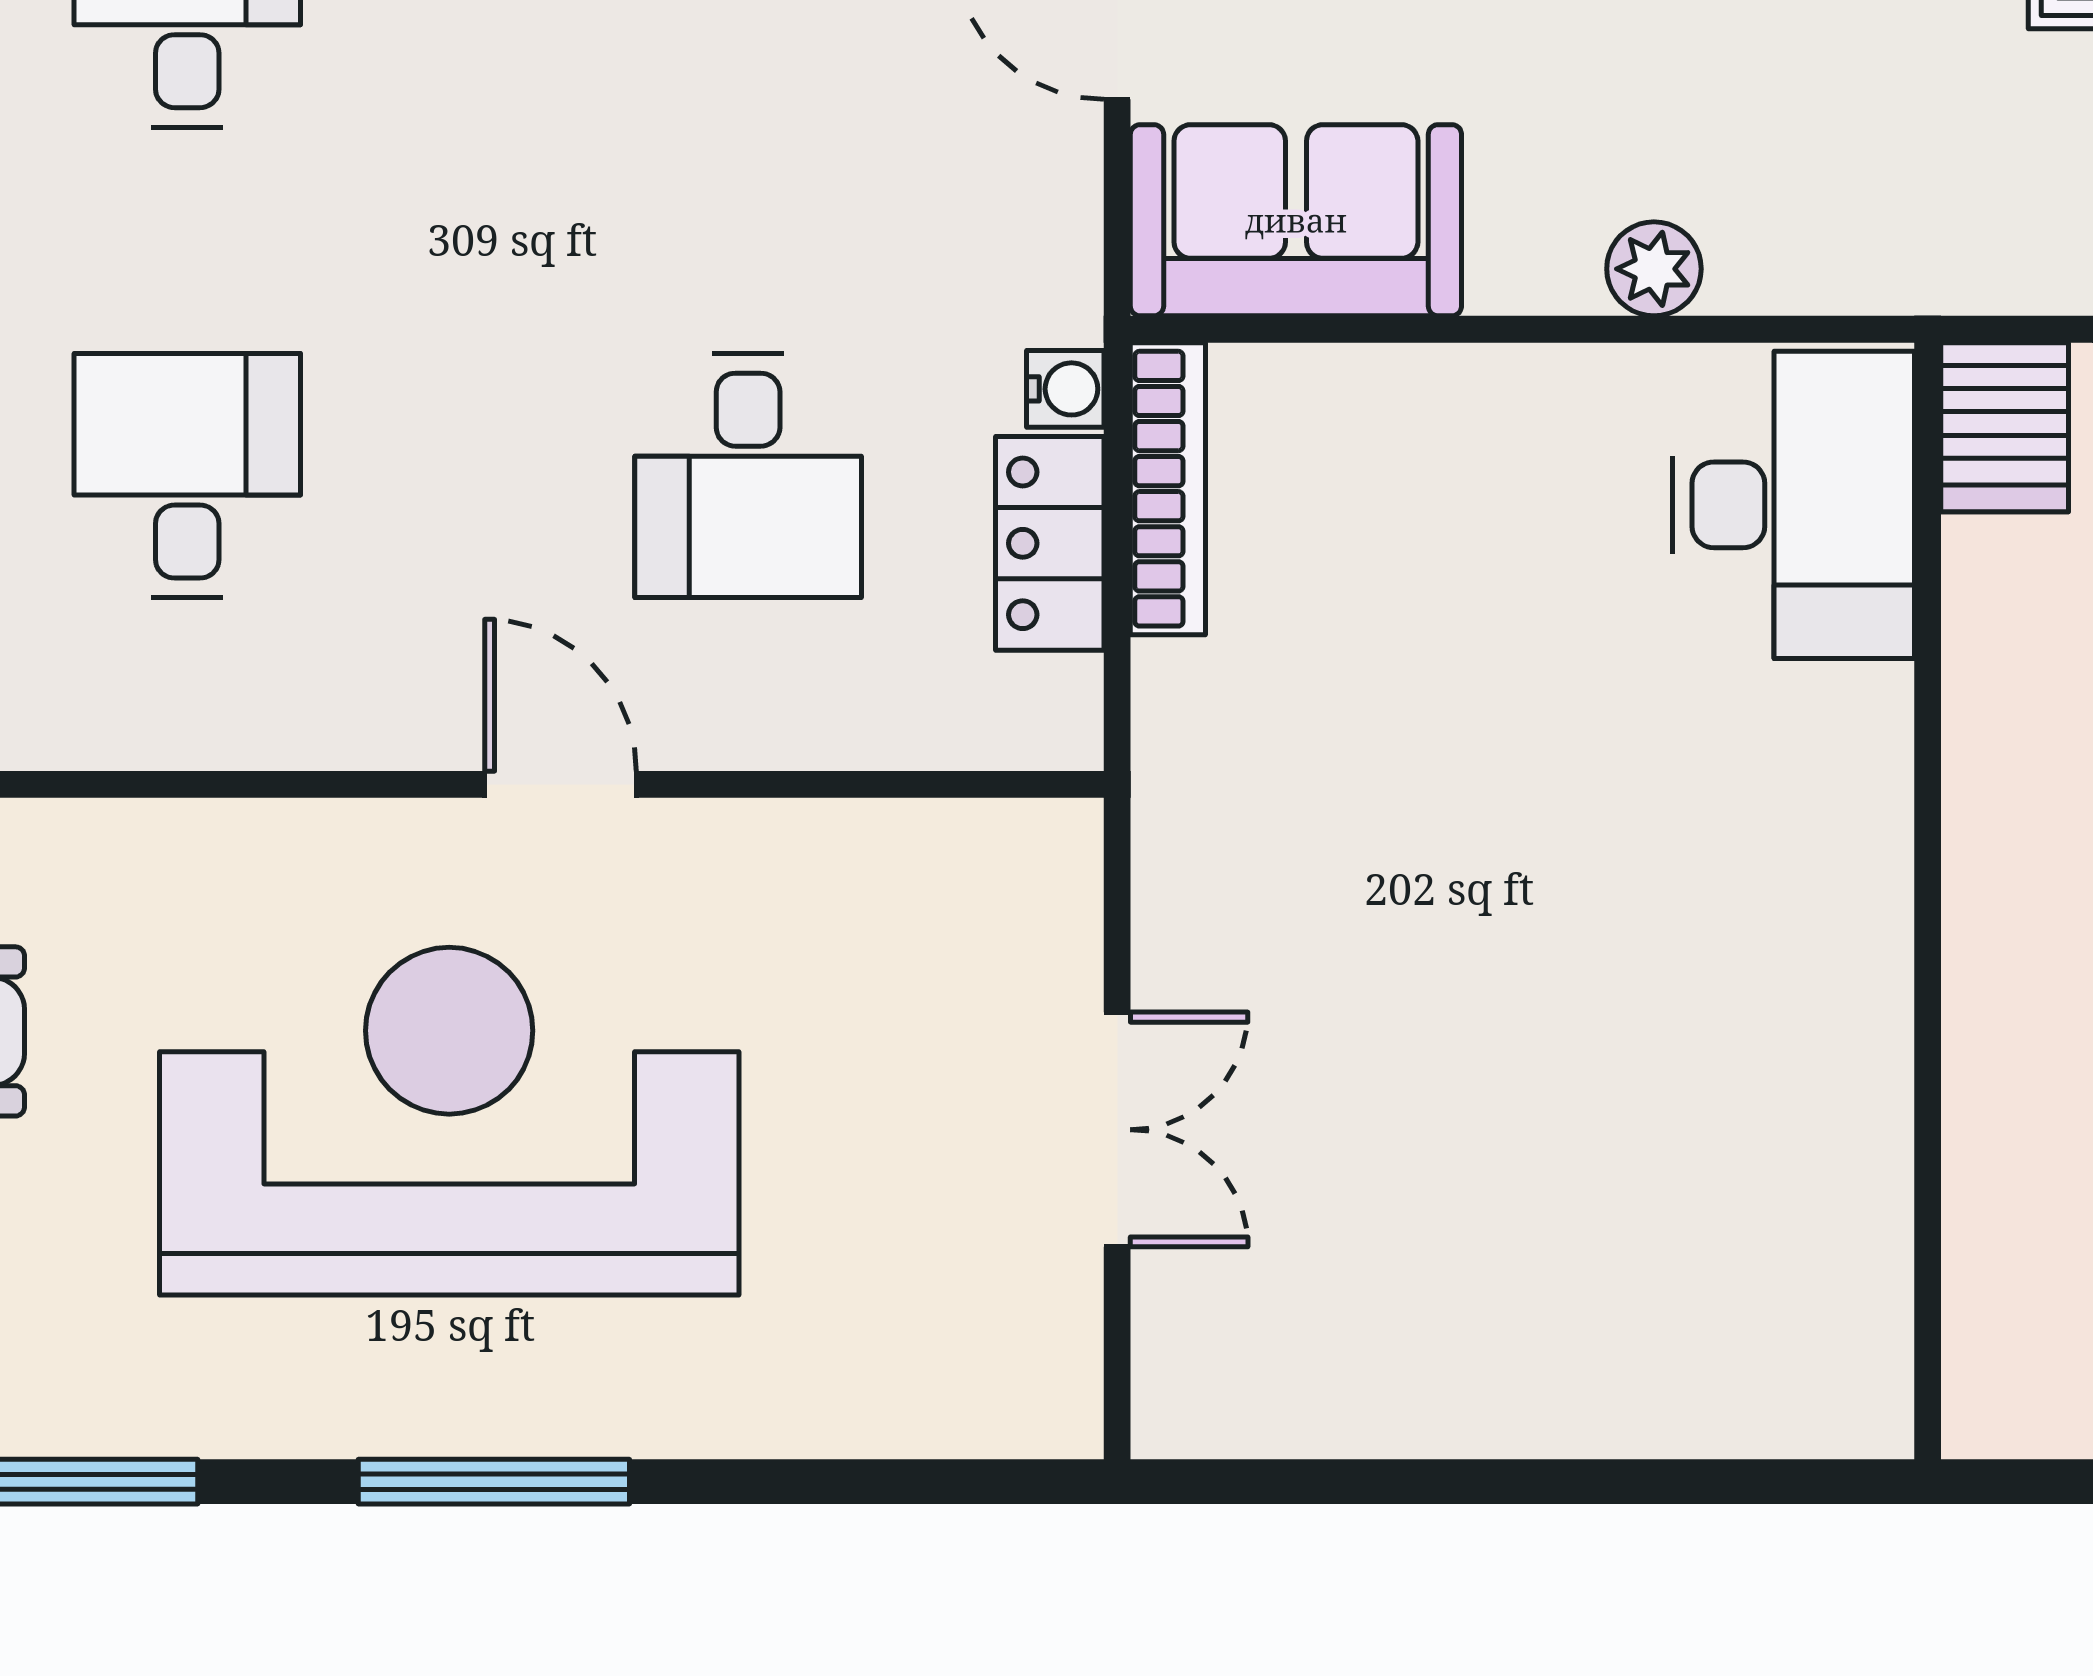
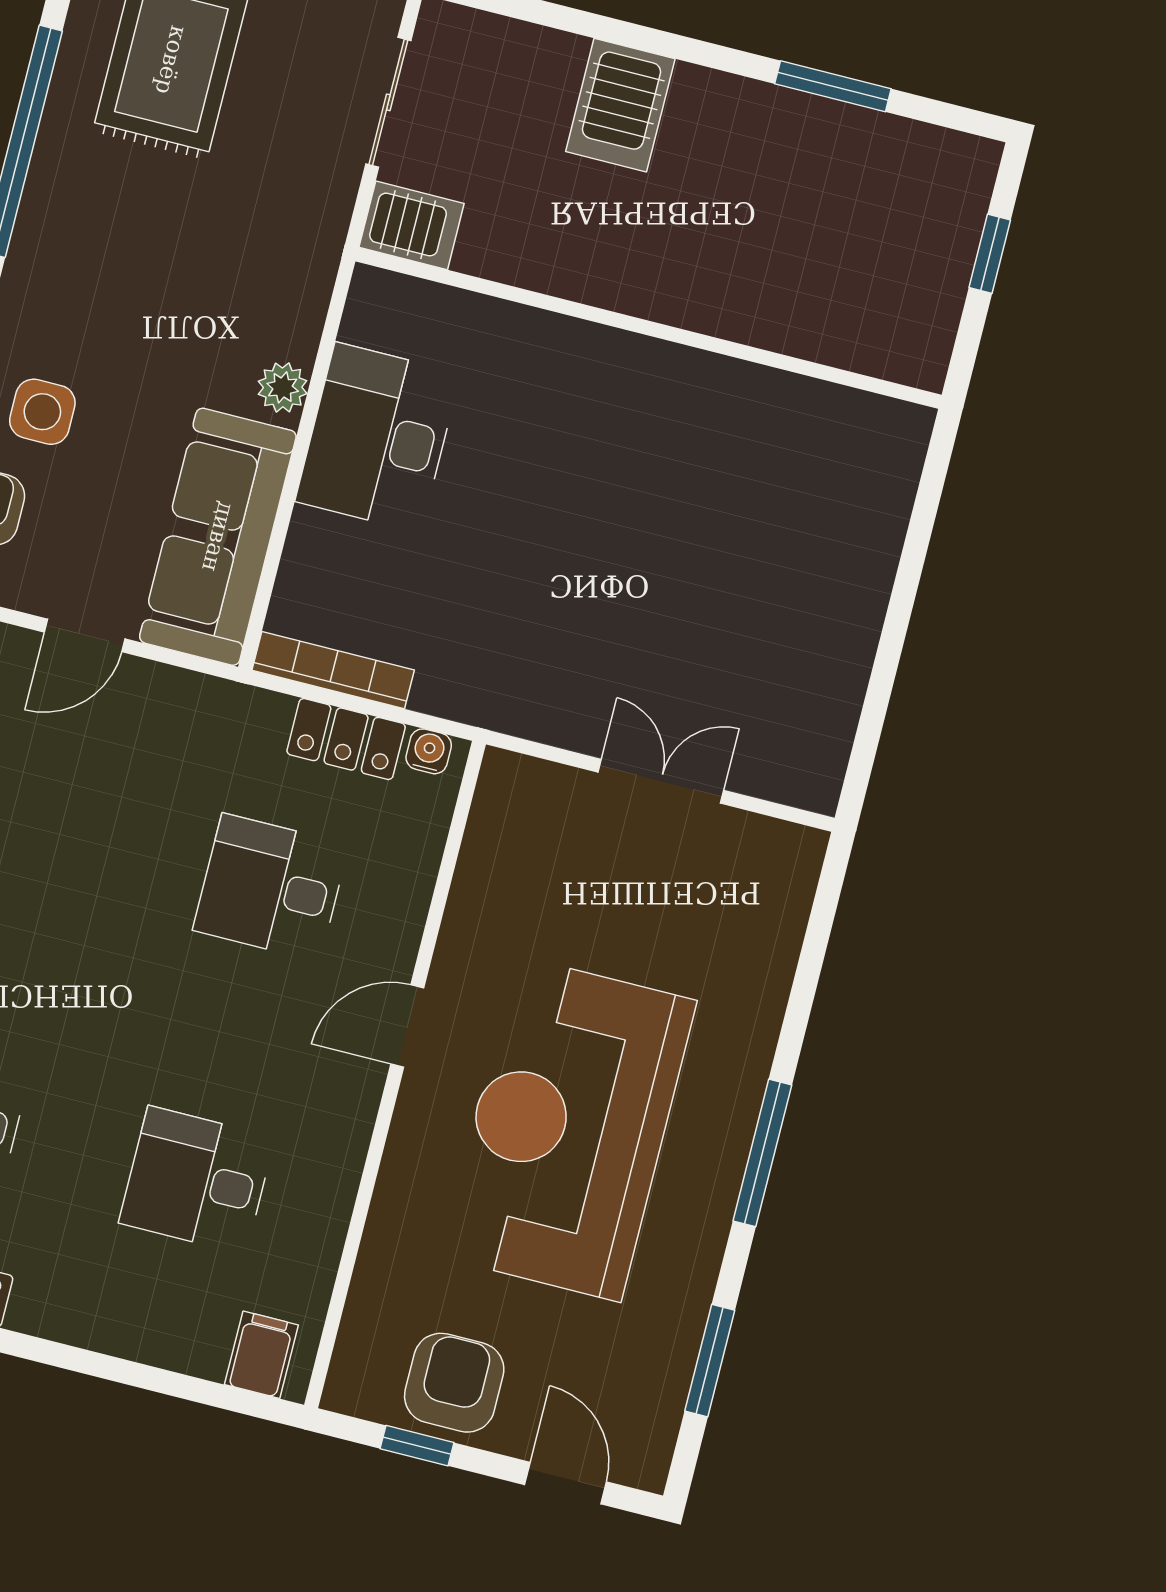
sofa: (1296, 220) -> (218, 537), width x1.36
water cooler: (1065, 389) -> (429, 751), moved
desk: (748, 476) -> (271, 887), turned 180
desk: (1794, 505) -> (378, 438), moved, turned -90

